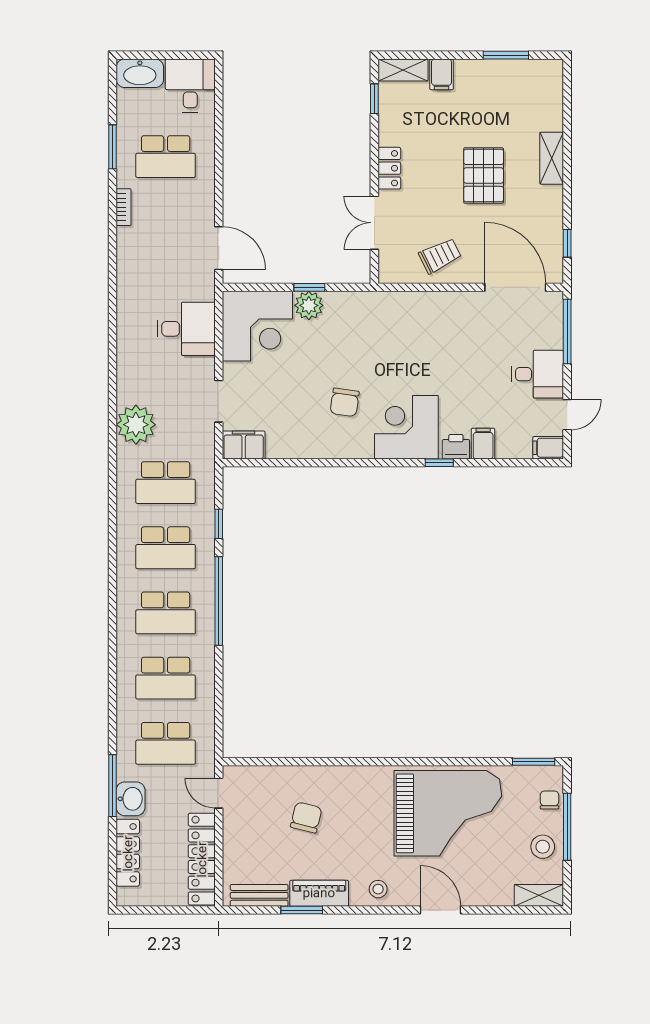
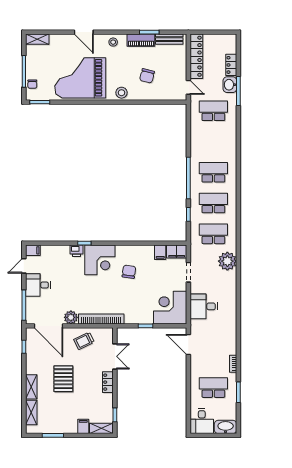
shelving: (552, 104) -> (31, 413), added
bookcase: (403, 302) -> (101, 319), added
plant: (309, 305) -> (71, 317), moved
filing cabinet: (483, 444) -> (160, 252), moved
school desk: (166, 678) -> (213, 142), removed
stool: (543, 847) -> (121, 93), moved
locker: (128, 853) -> (231, 65), width x0.66

